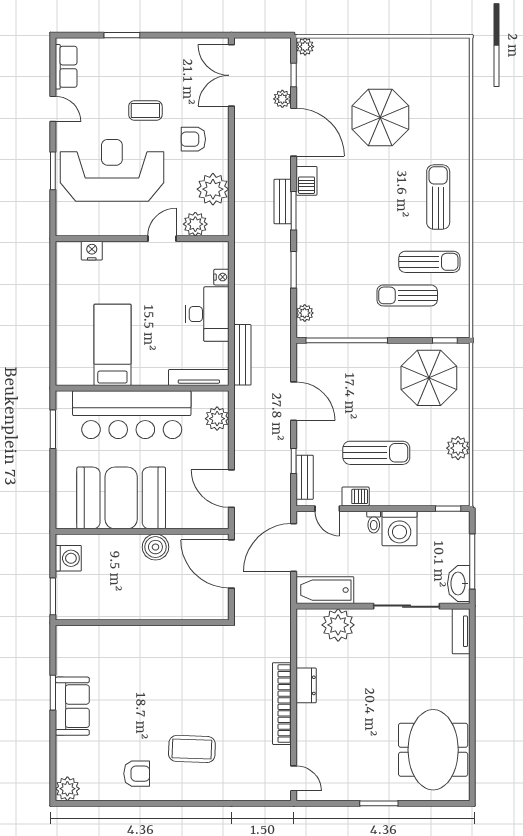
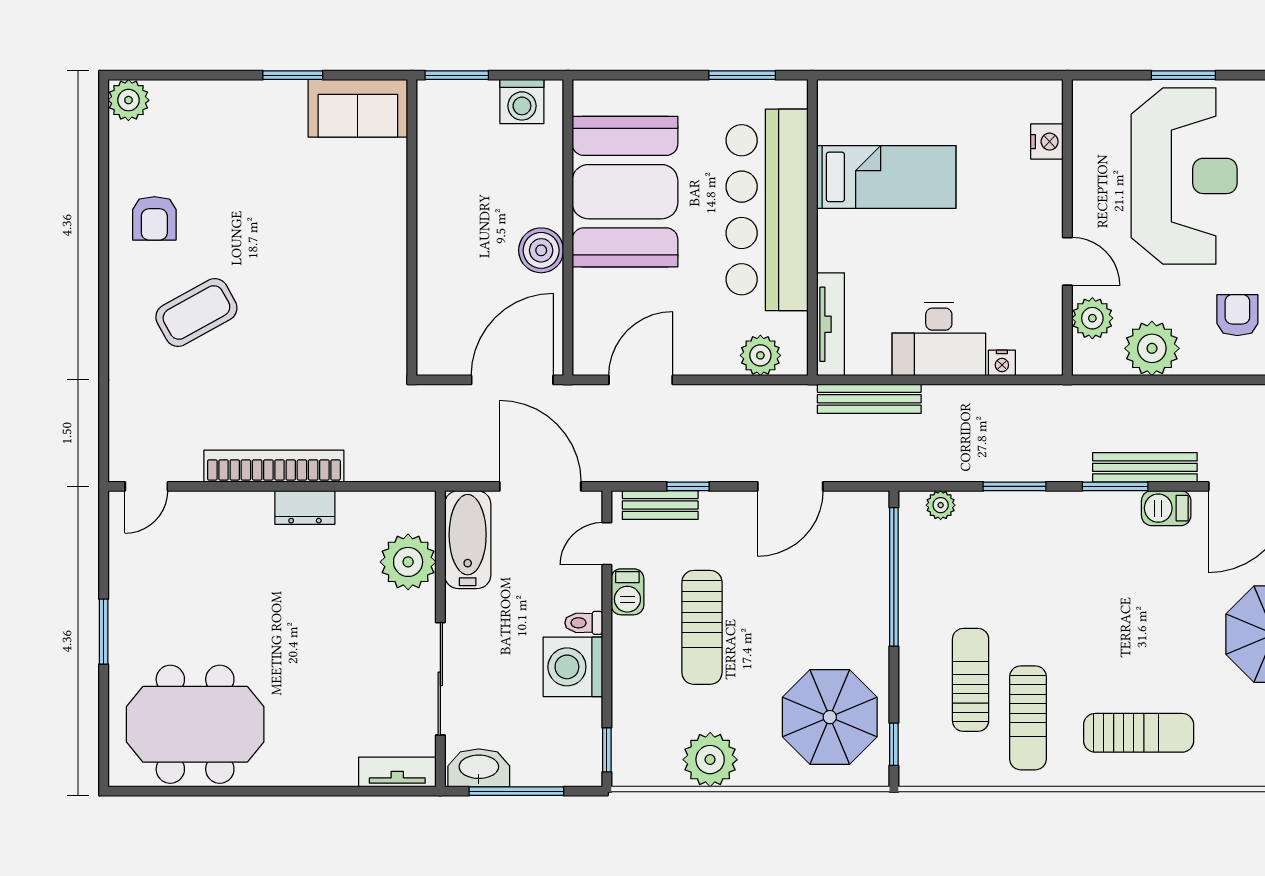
bench: (283, 202) -> (1145, 467), width x1.36
plant: (458, 448) -> (710, 760), width x1.36, depth x1.36
sofa: (72, 706) -> (358, 108), moved
coffee table: (192, 749) -> (196, 312), turned 59

